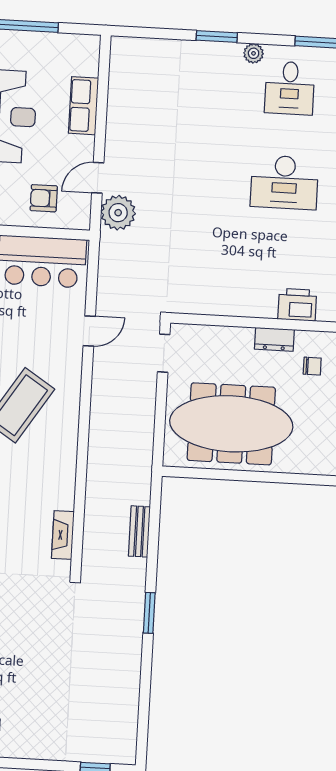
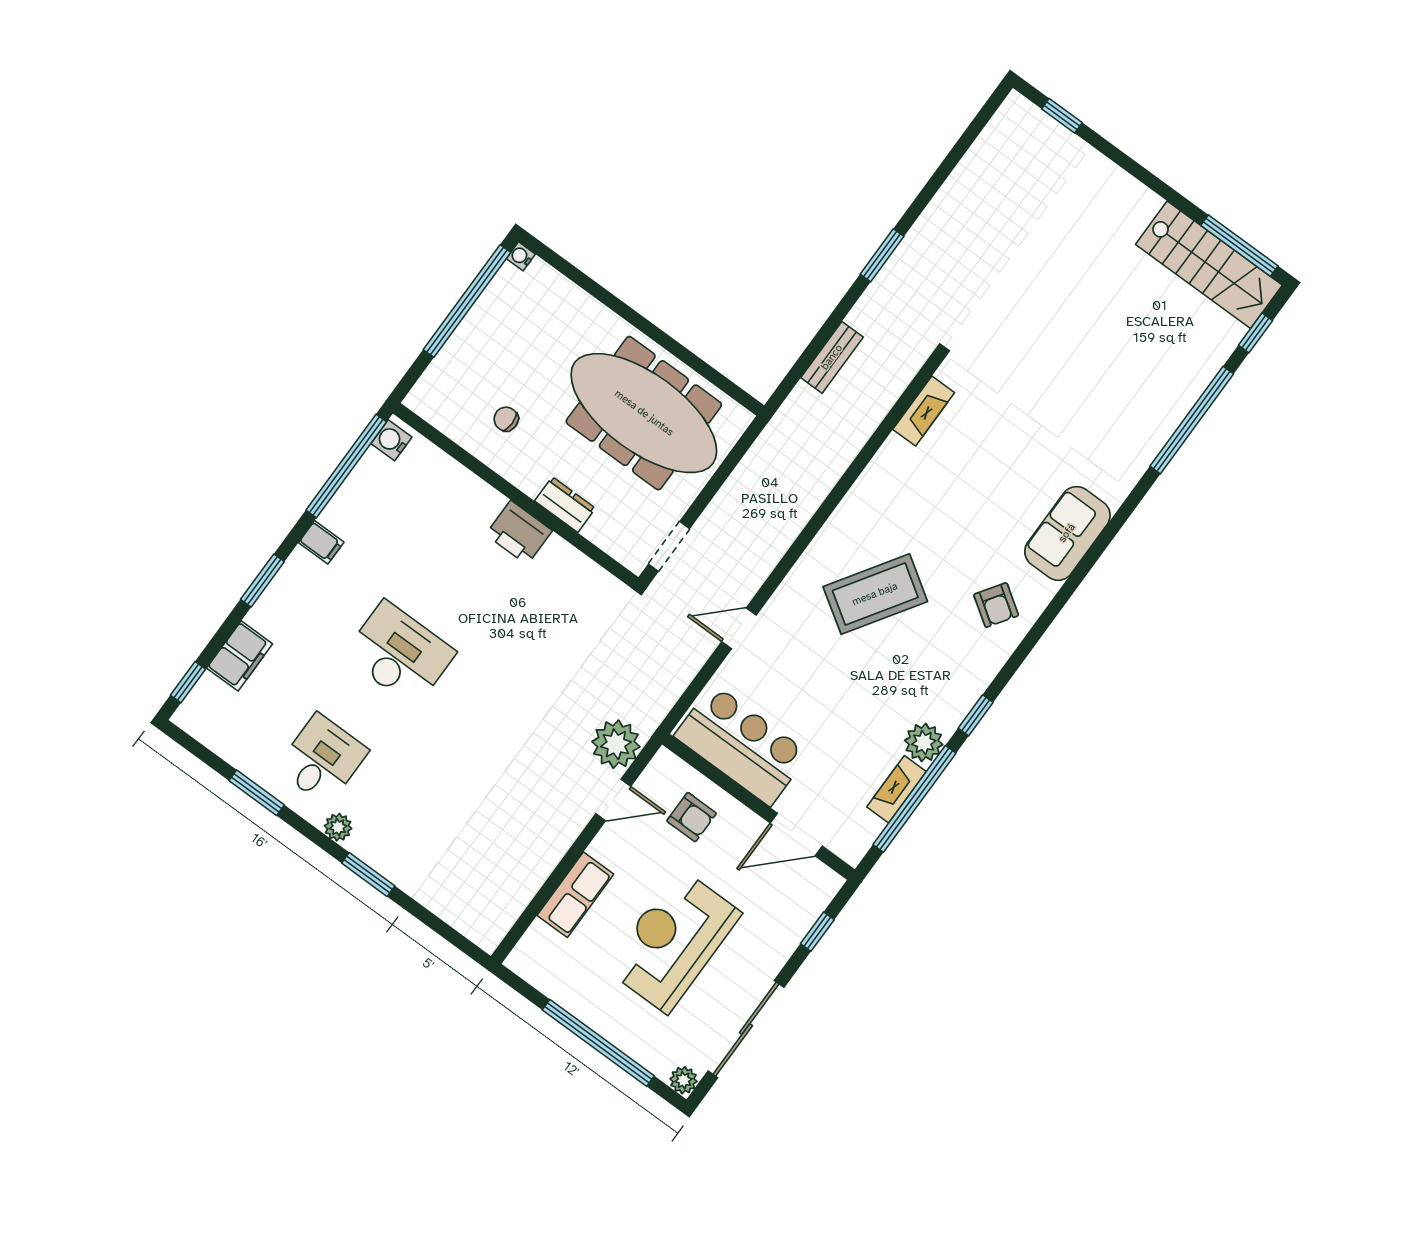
printer: (297, 305) -> (519, 532), moved
dresser: (274, 339) -> (565, 505), moved

